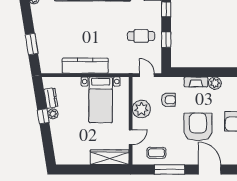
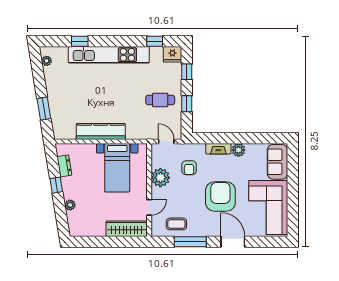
armchair: (168, 100) -> (189, 168), turned 90
plant: (53, 114) -> (70, 205), moved

